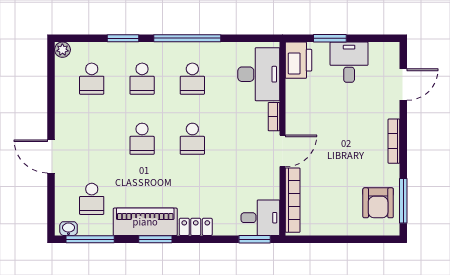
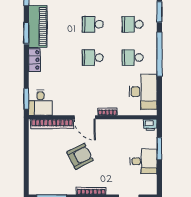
printer: (298, 60) -> (150, 125), width x0.53, depth x0.68
desk: (259, 74) -> (143, 92), moved, turned -90
armchair: (378, 203) -> (80, 156), moved, turned 153

